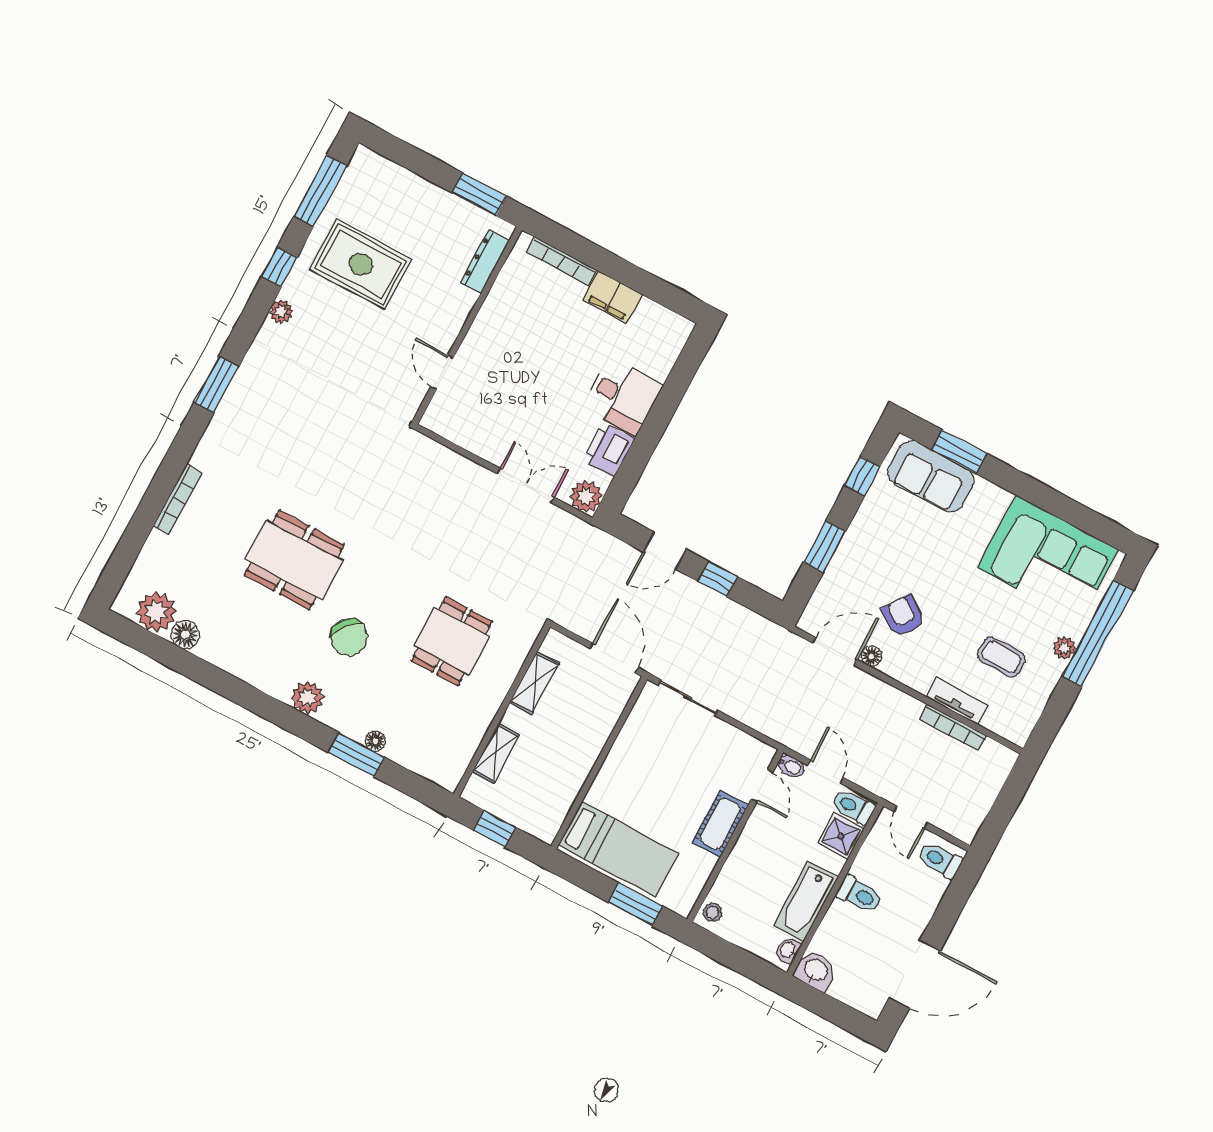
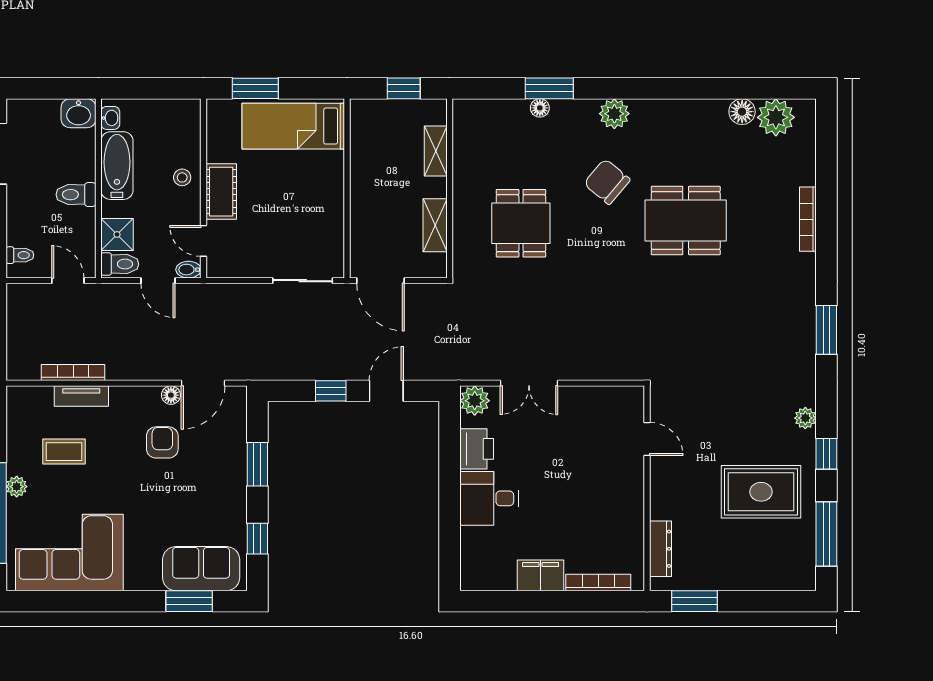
armchair: (904, 616) -> (162, 442), turned -124
toilet: (940, 860) -> (20, 255), width x0.73, depth x0.72
stool: (713, 912) -> (182, 177), moved

